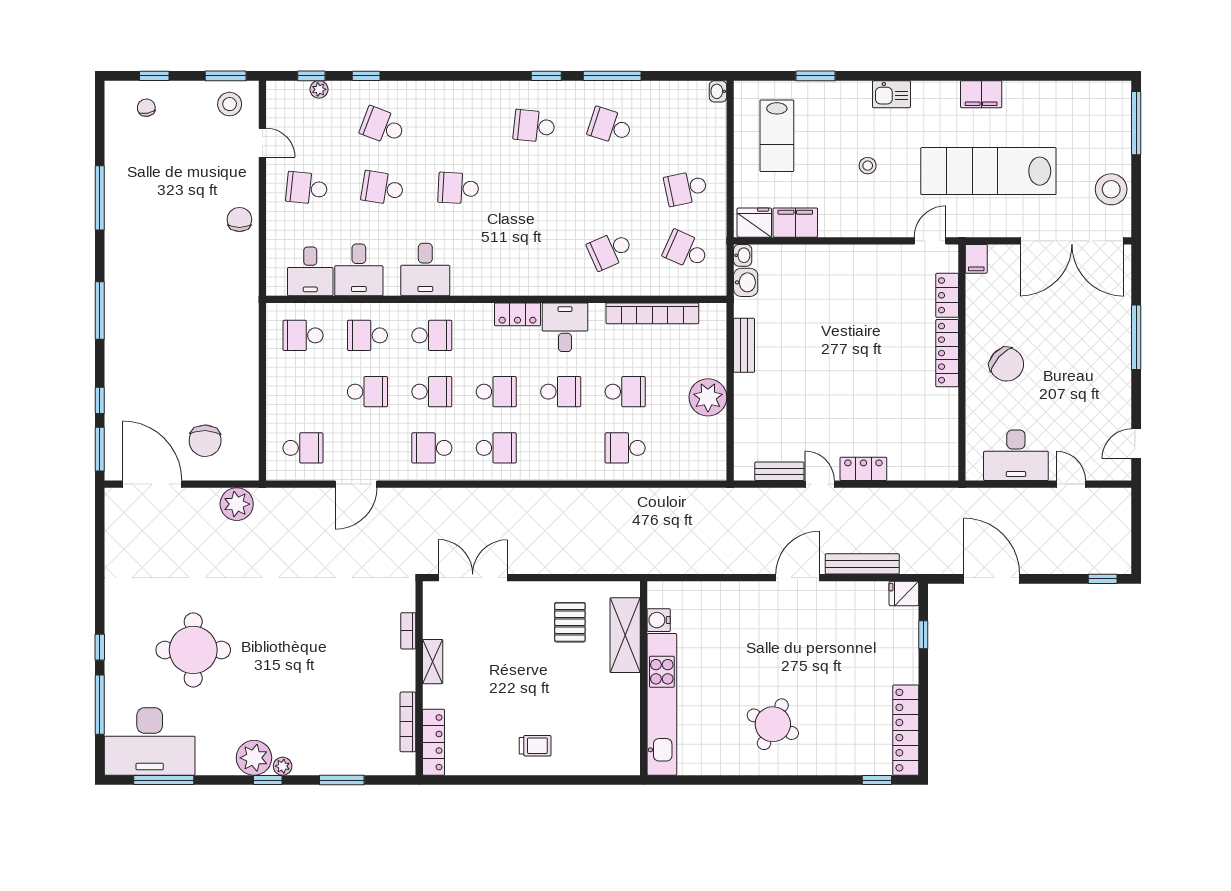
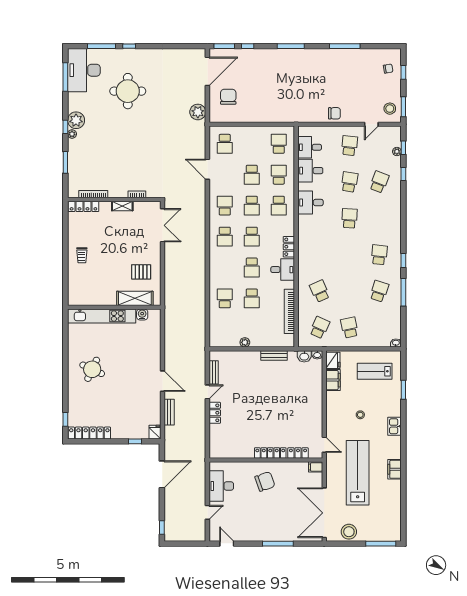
chair: (1007, 364) -> (265, 481), turned -151
plant: (708, 397) -> (245, 342), width x0.53, depth x0.53
chair: (205, 441) -> (228, 97), turned 88
bench: (862, 564) -> (169, 412), width x0.73

